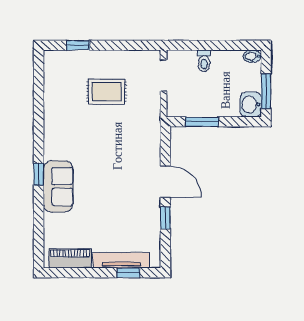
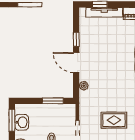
washbasin: (251, 105) -> (22, 122), moved
plant: (154, 145) -> (84, 86), added

